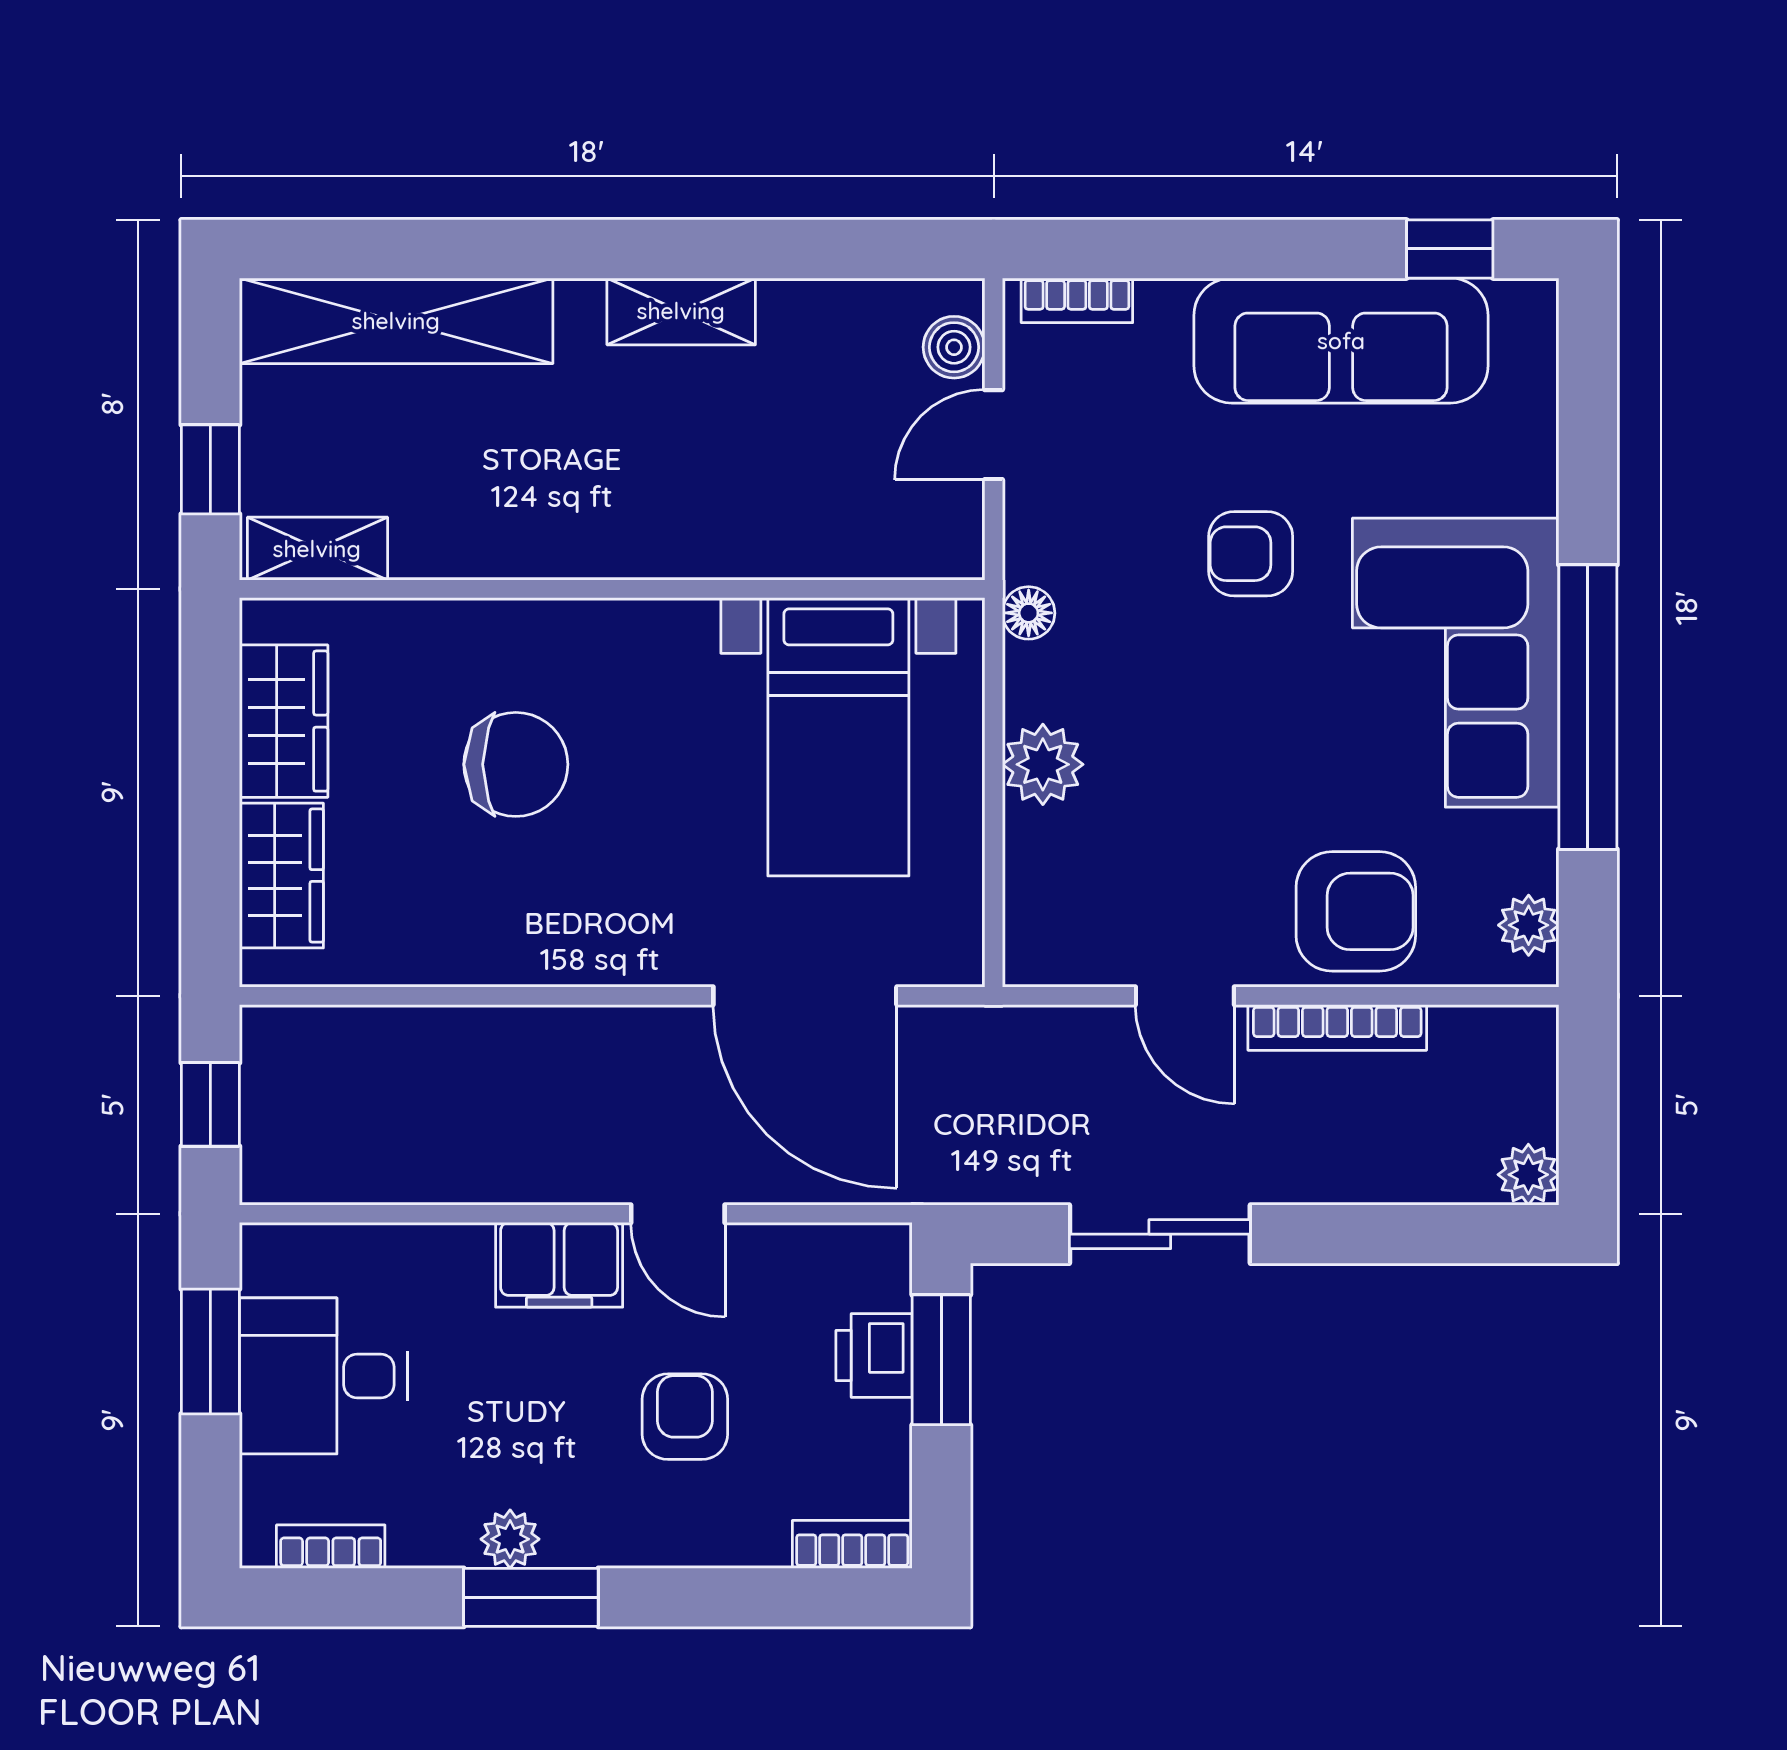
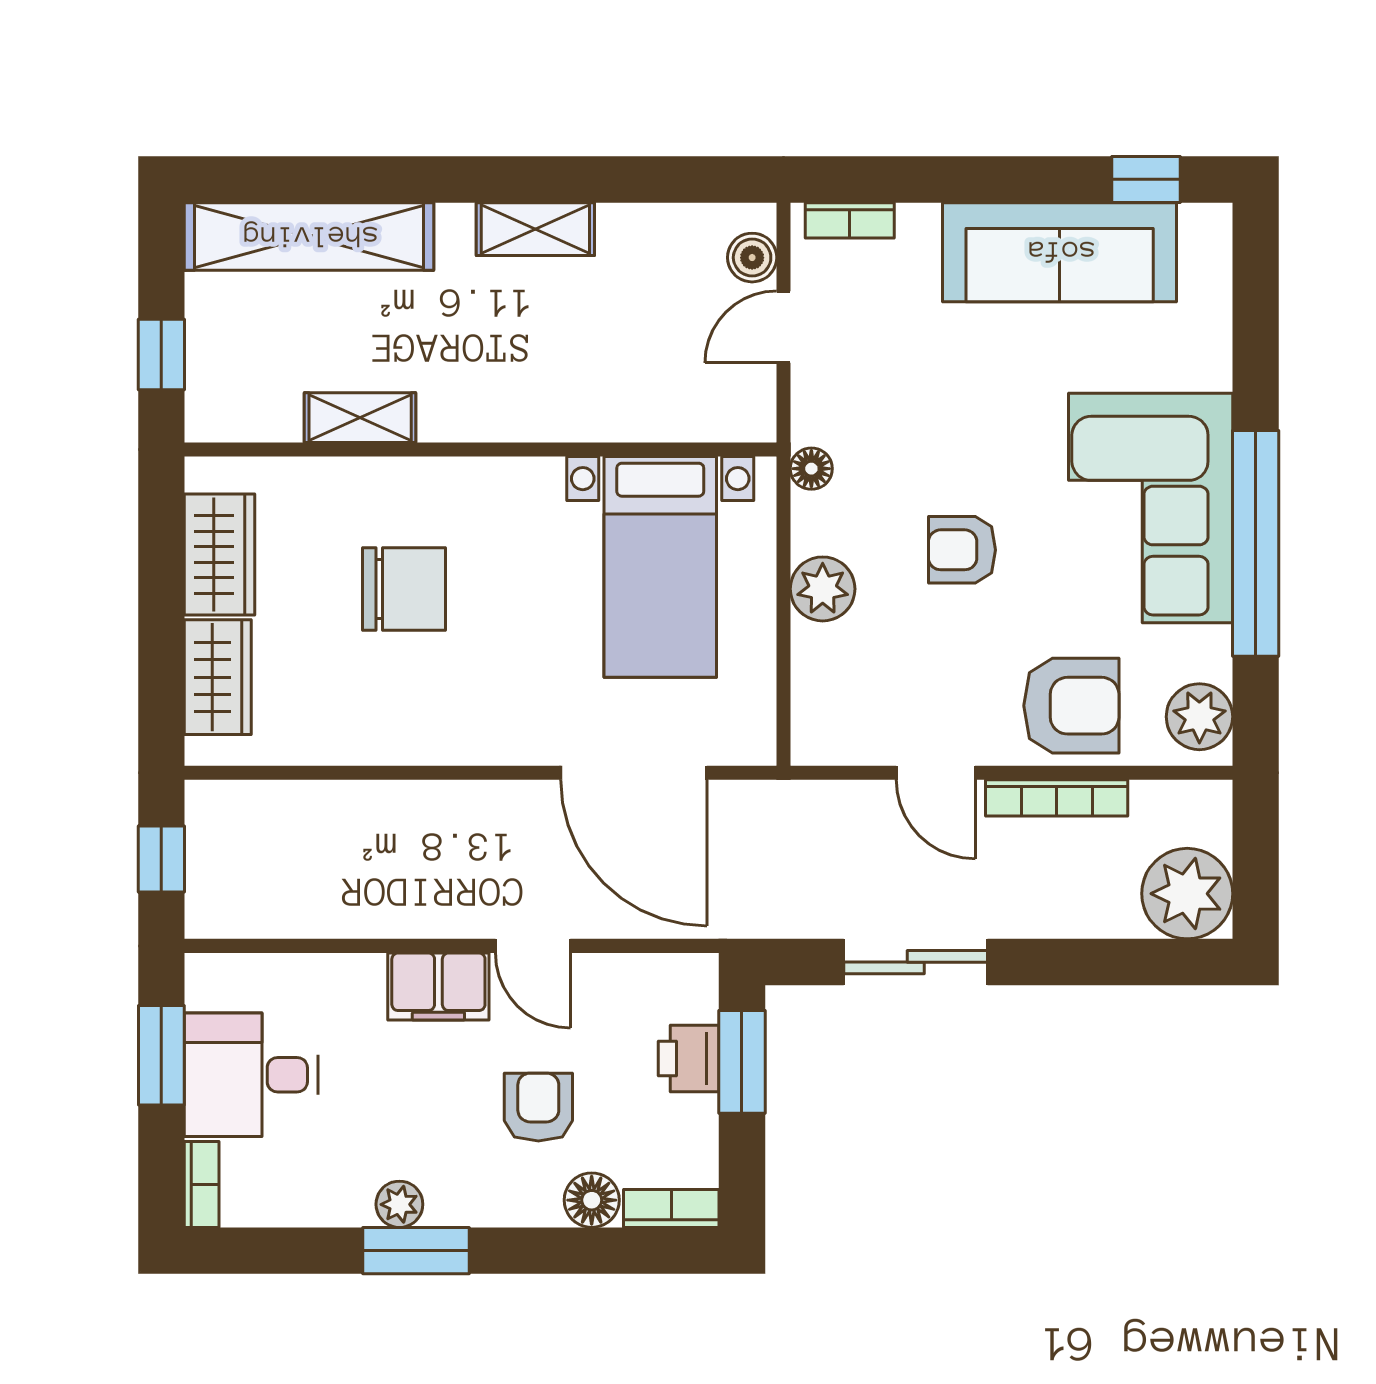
shelving: (317, 549) -> (360, 418), moved
armchair: (1251, 554) -> (962, 550), moved
plant: (1529, 925) -> (1199, 717), width x1.38, depth x1.38
plant: (1528, 1175) -> (1187, 894), width x1.88, depth x1.88
floor lamp: (752, 1534) -> (592, 1200), added
bookcase: (331, 1547) -> (202, 1184), moved, turned 90

